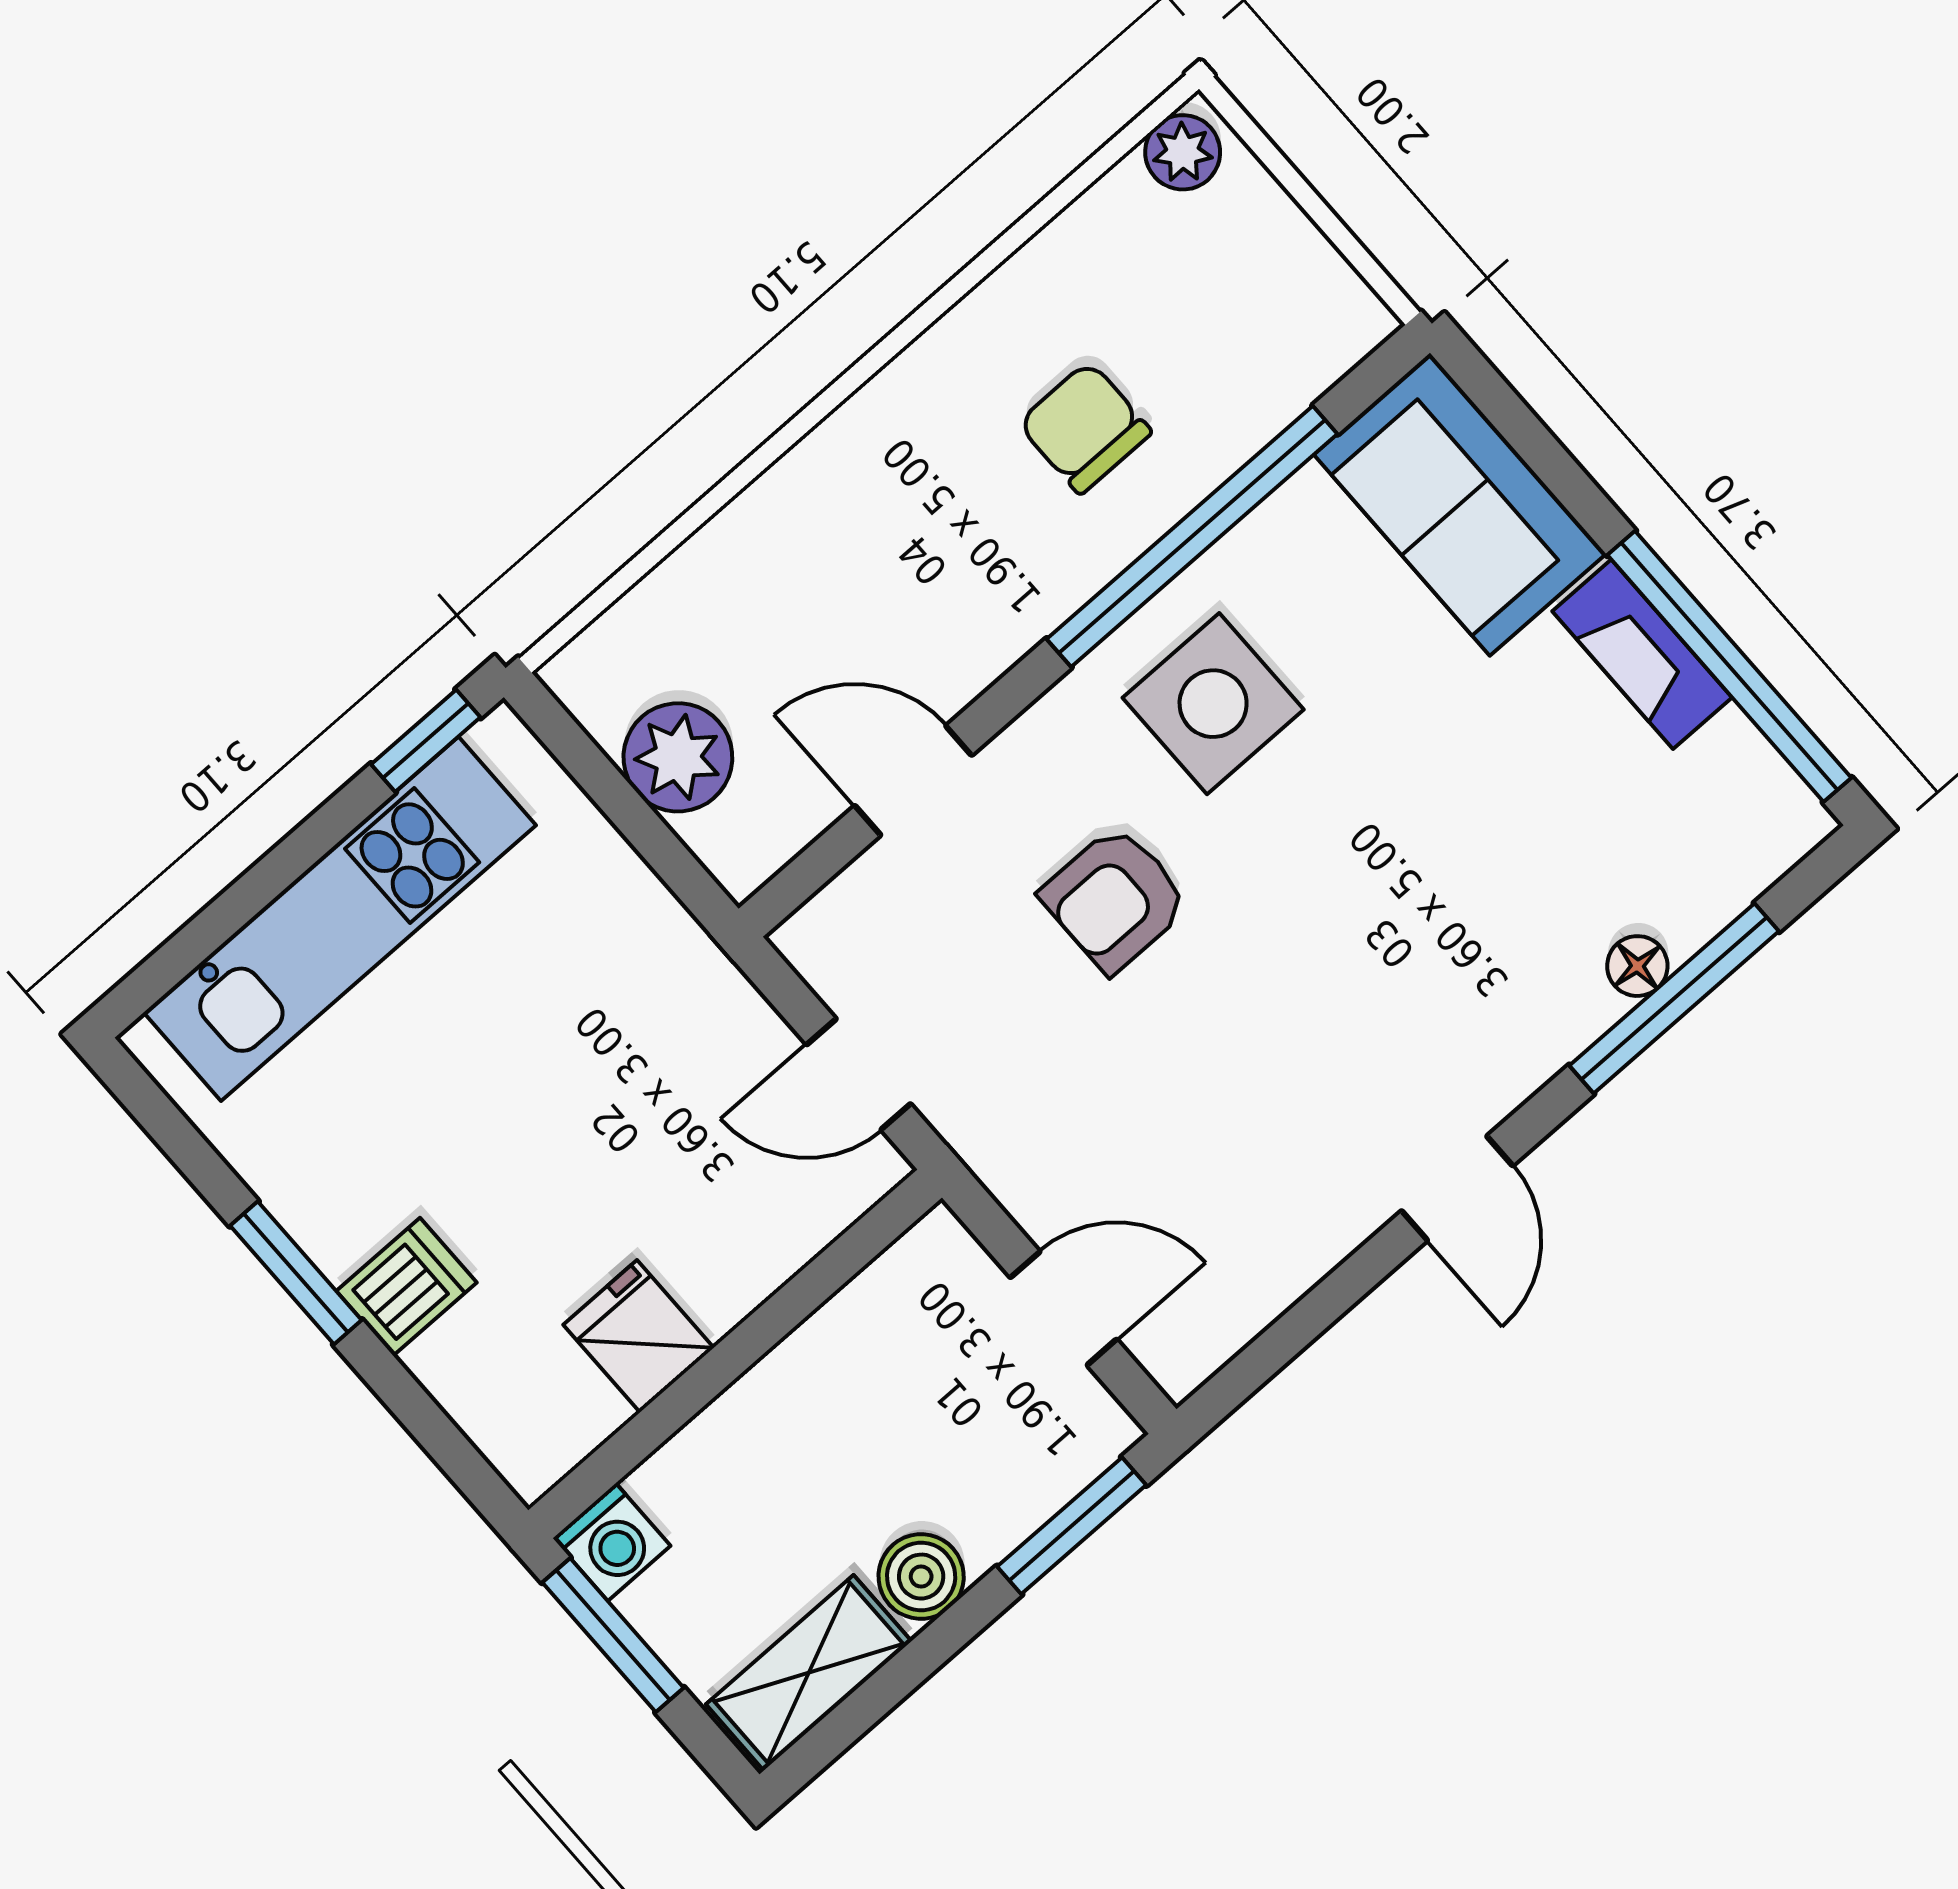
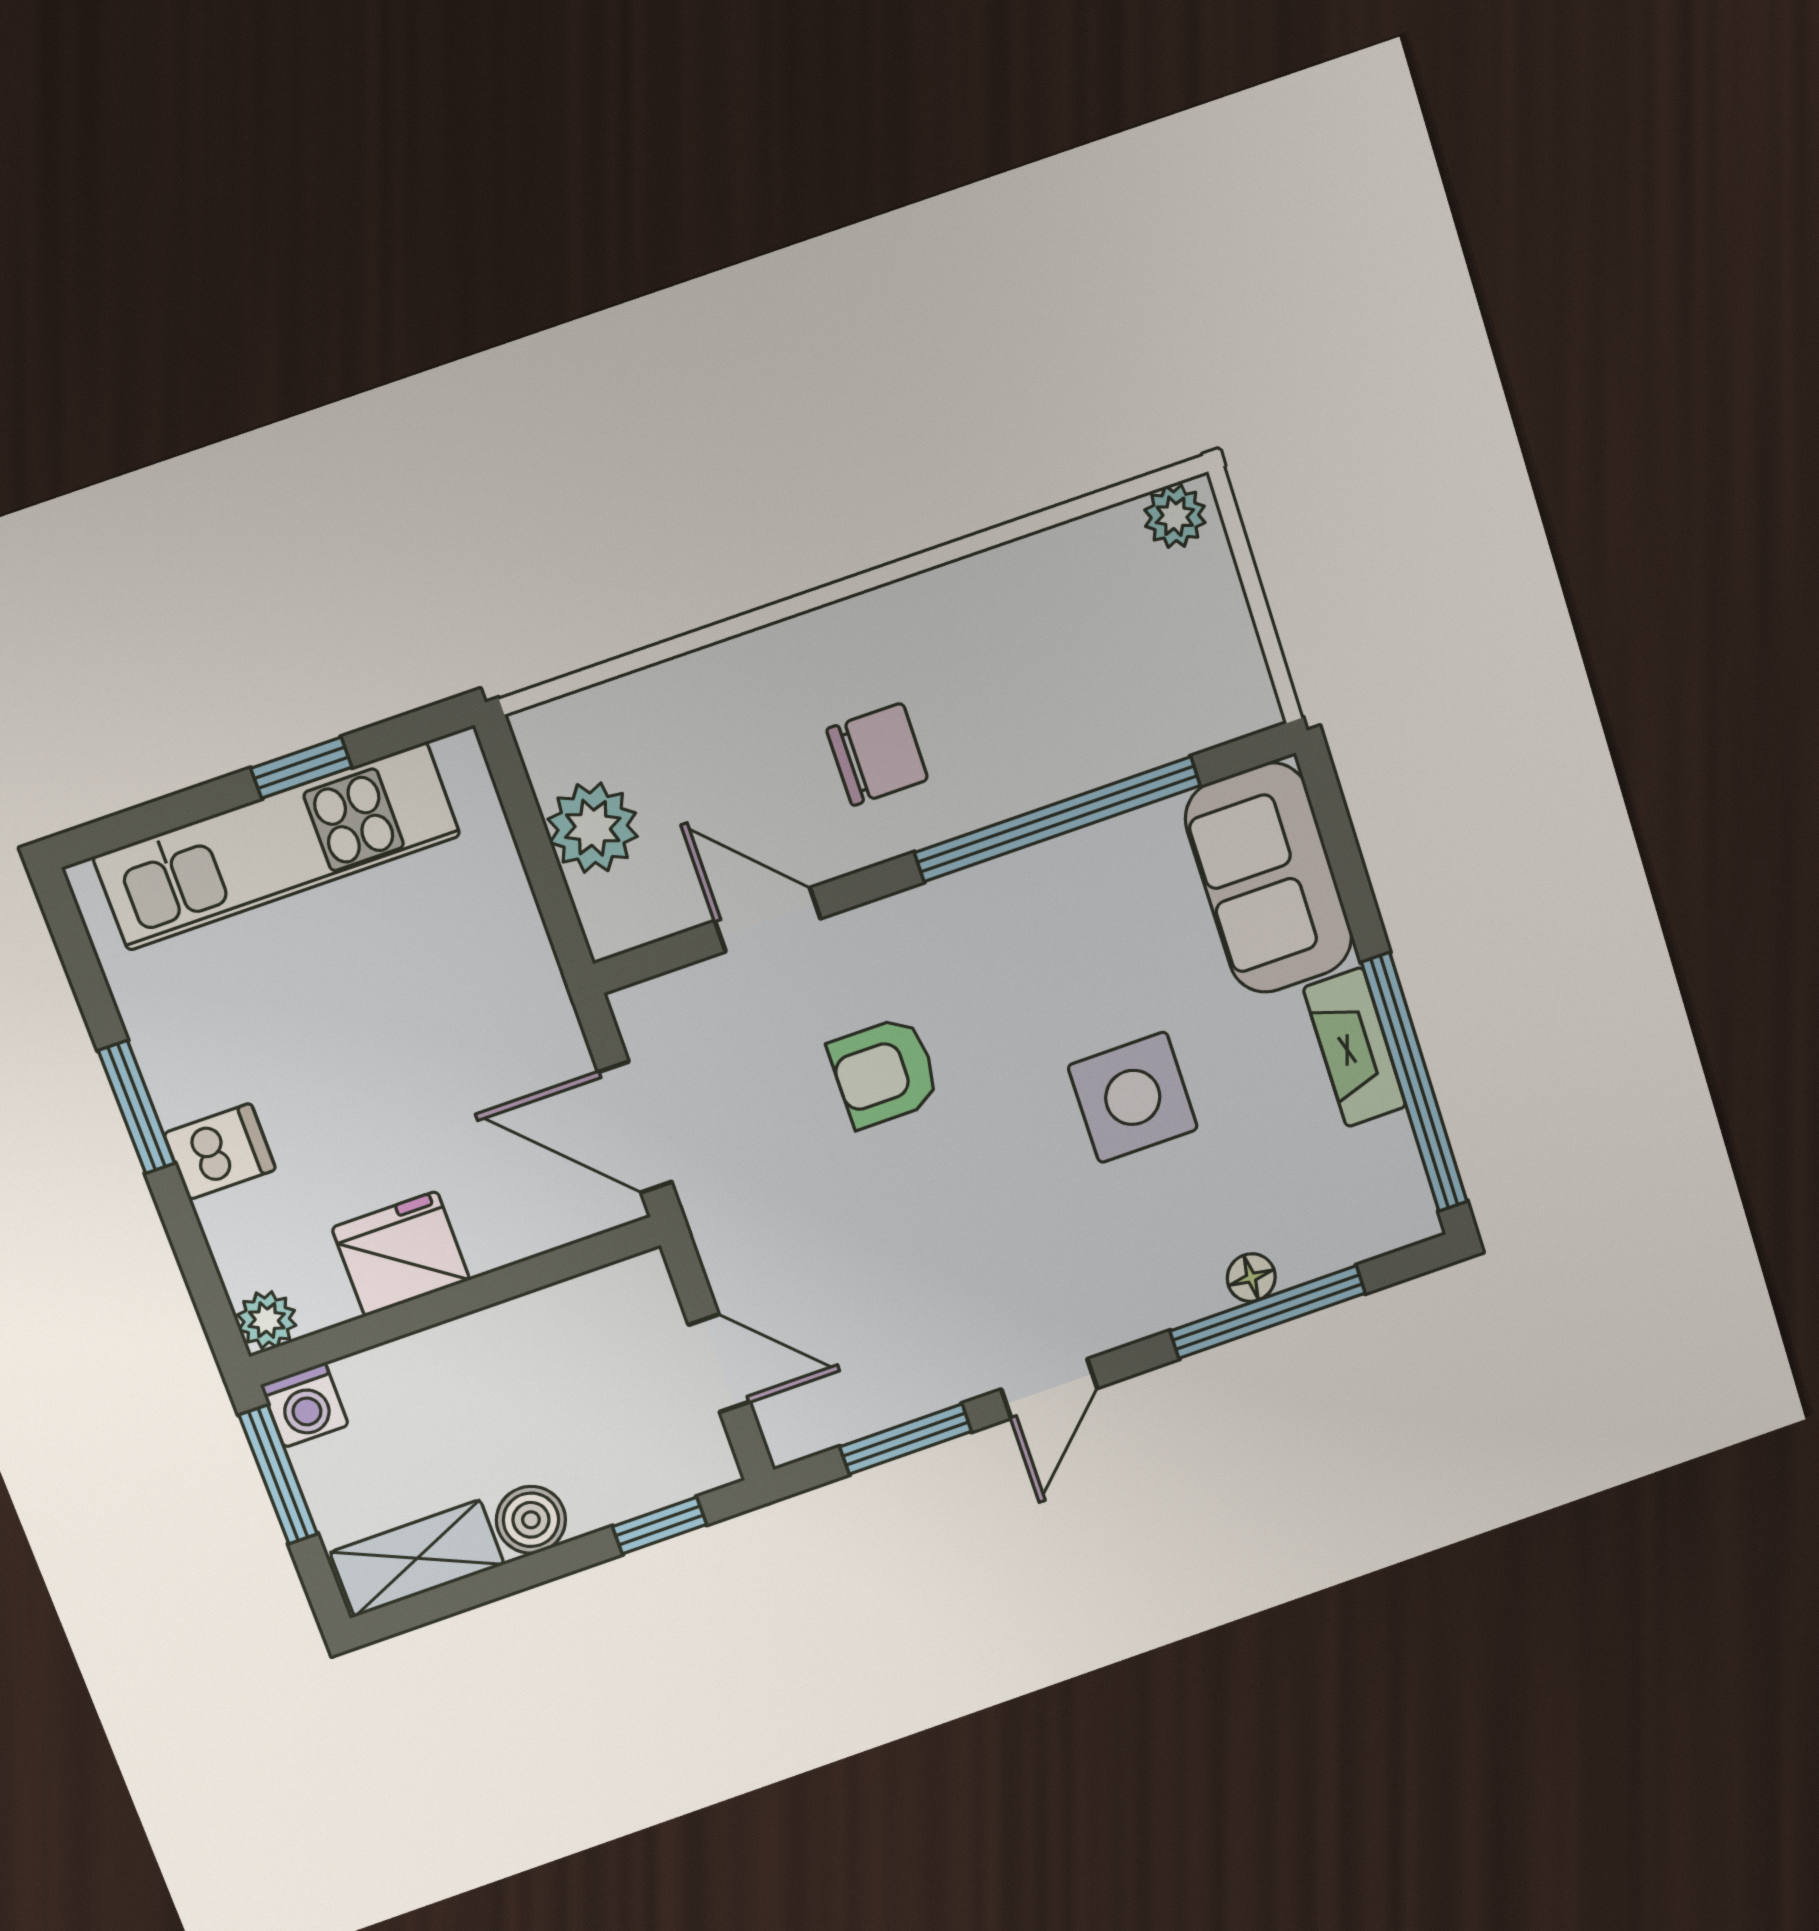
chair: (1085, 428) -> (877, 754), moved, turned 90
side table: (1213, 704) -> (1133, 1097), moved
window: (426, 741) -> (301, 768), moved
door: (859, 1074) -> (635, 1127), width x1.38
window: (1315, 1313) -> (906, 1439), added
fridge: (638, 1336) -> (401, 1254), width x1.38
plant: (532, 1460) -> (267, 1320), added
window: (1072, 1526) -> (660, 1525), width x0.67

